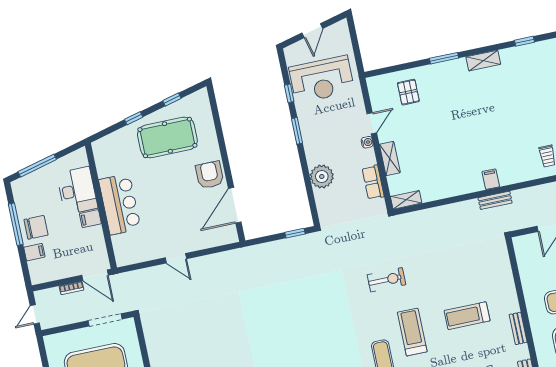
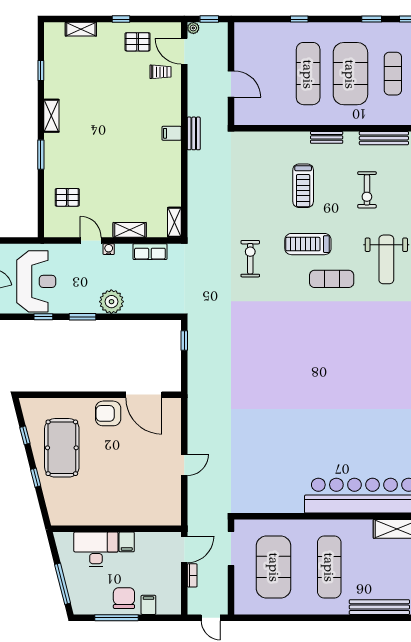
plant: (322, 177) -> (111, 302), moved
bar counter: (120, 204) -> (119, 510), removed

